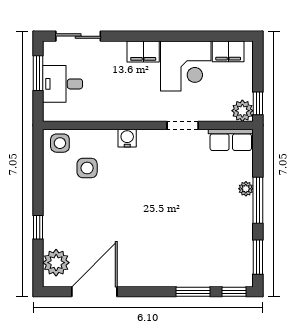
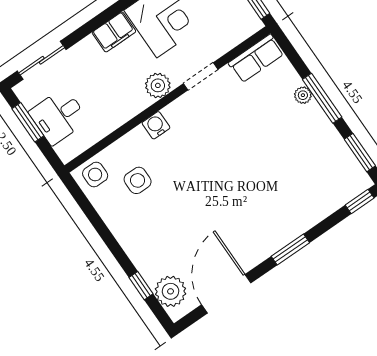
plant: (242, 111) -> (158, 85), moved
window: (38, 227) -> (141, 286), moved
window: (193, 292) -> (290, 249), moved

